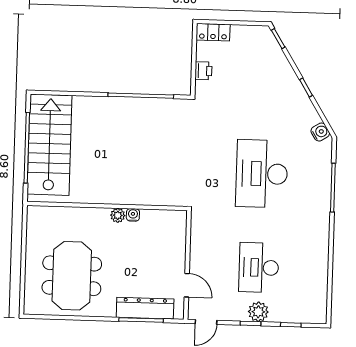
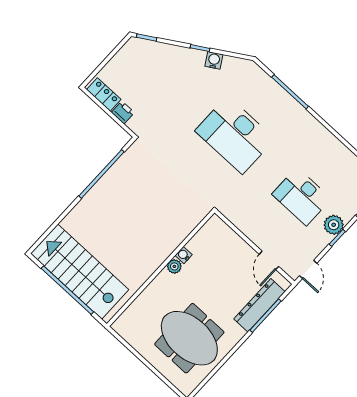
locker: (213, 32) -> (104, 95), moved, turned -90
water cooler: (320, 132) -> (214, 60), moved
door: (187, 285) -> (269, 260), swing flipped

